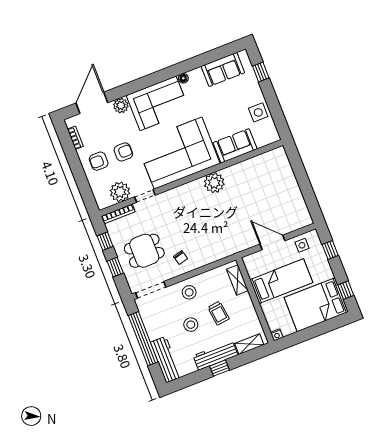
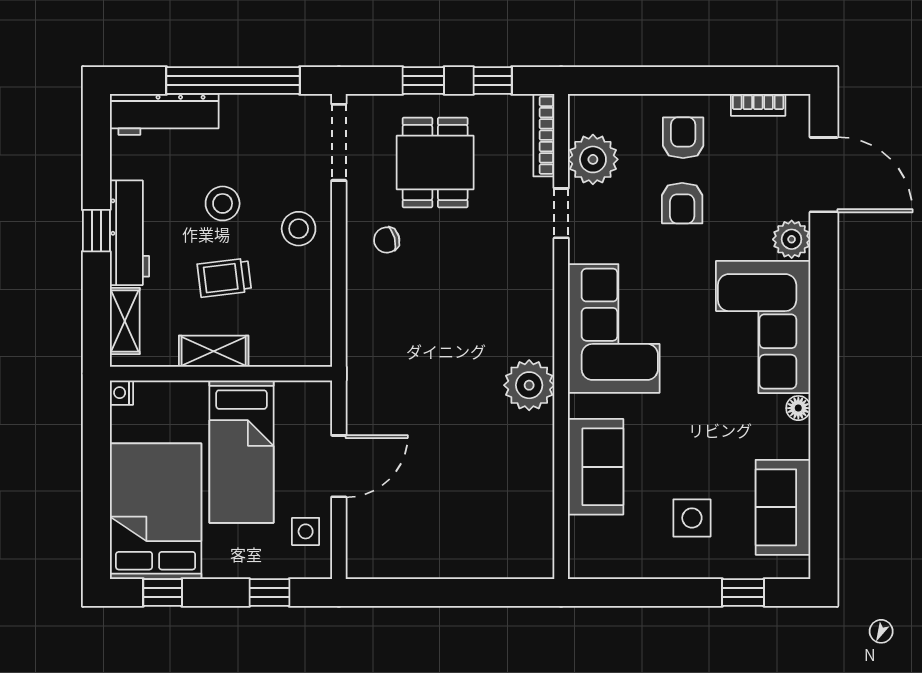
side table: (258, 112) -> (692, 518), moved
corner sofa: (178, 153) -> (614, 328), width x0.73, depth x0.74
shelving: (237, 280) -> (214, 351), moved

